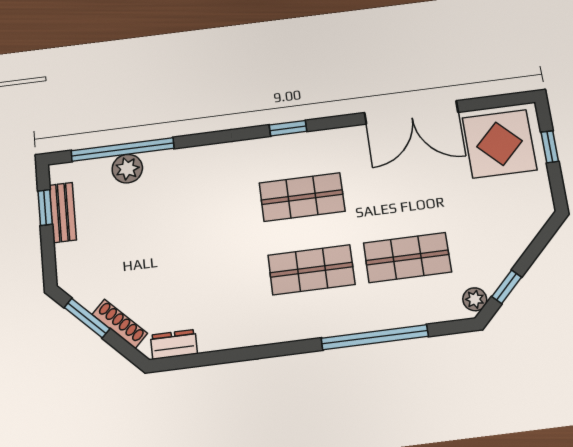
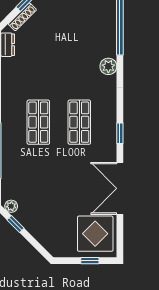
window: (288, 128) -> (120, 133), moved
plant: (127, 169) -> (108, 66), moved
shop shelf: (407, 257) -> (38, 174), removed

